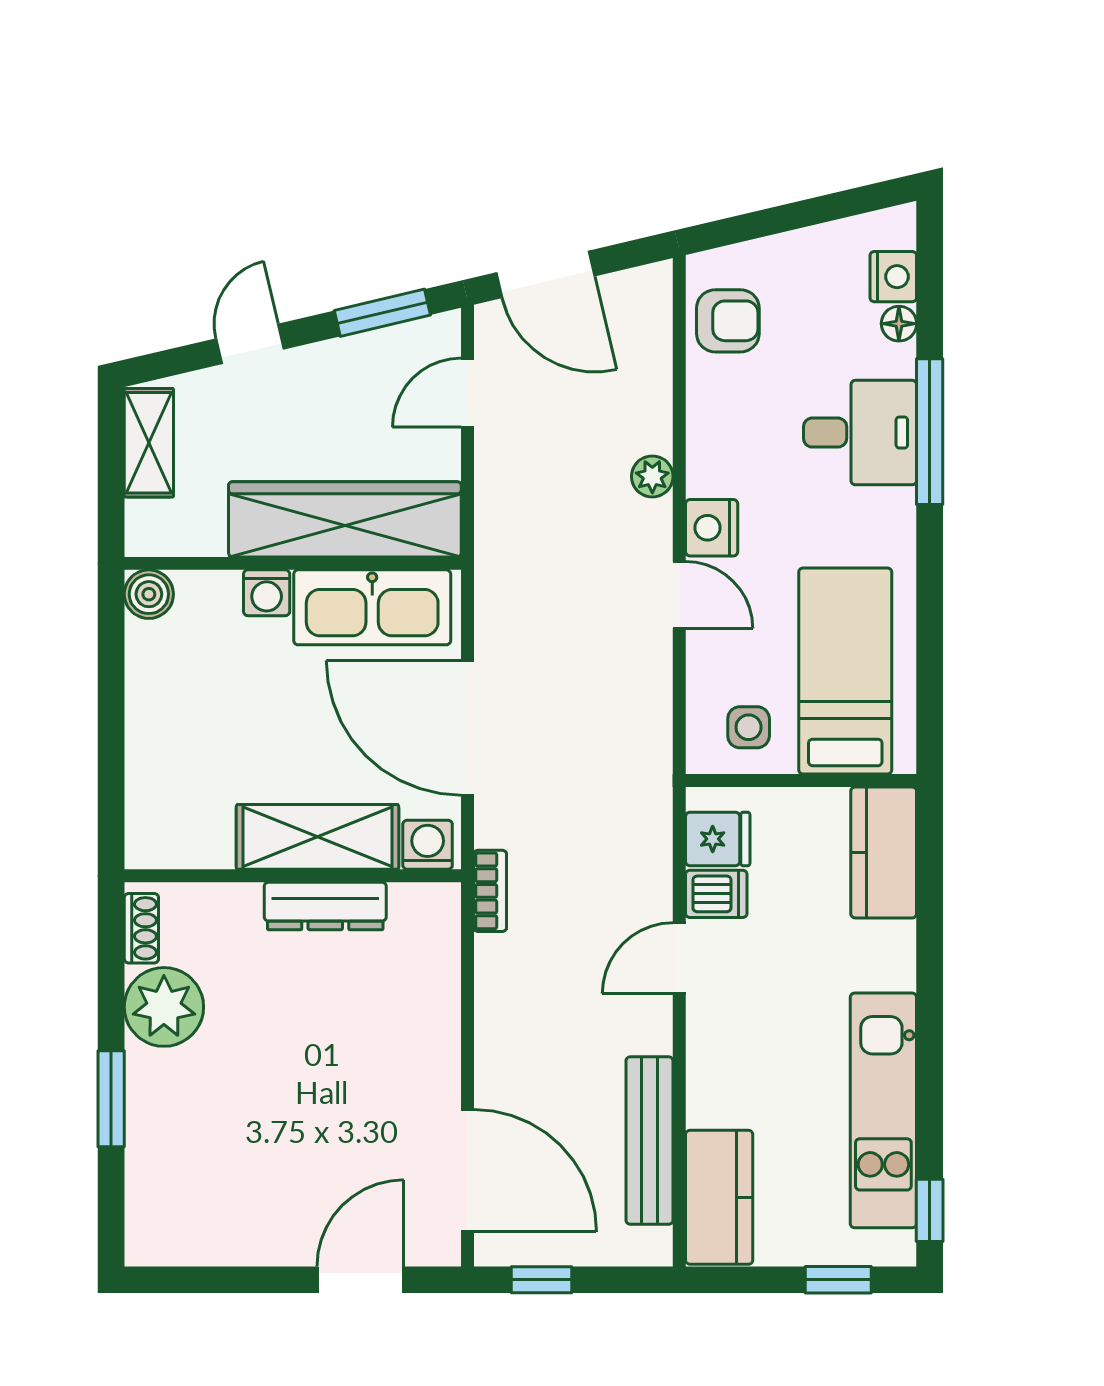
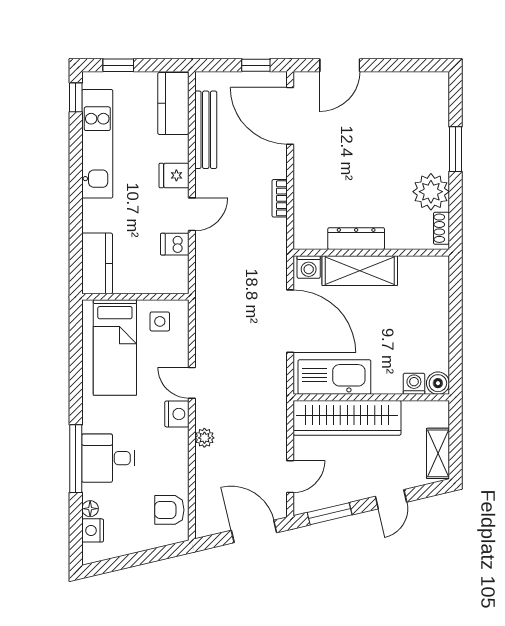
washing machine: (267, 593) -> (414, 384), moved
fridge: (718, 839) -> (174, 175), moved
bookcase: (490, 891) -> (280, 198), moved

